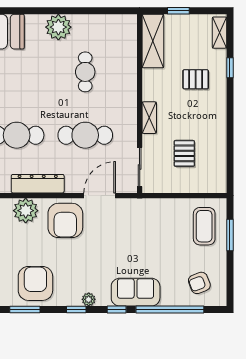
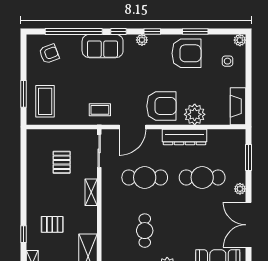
coffee table: (139, 216) -> (100, 110), added
armchair: (65, 220) -> (161, 106), turned 90
armchair: (35, 283) -> (186, 53), turned -90

